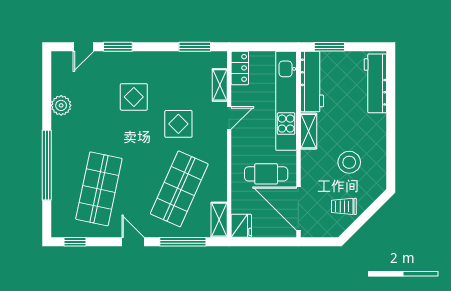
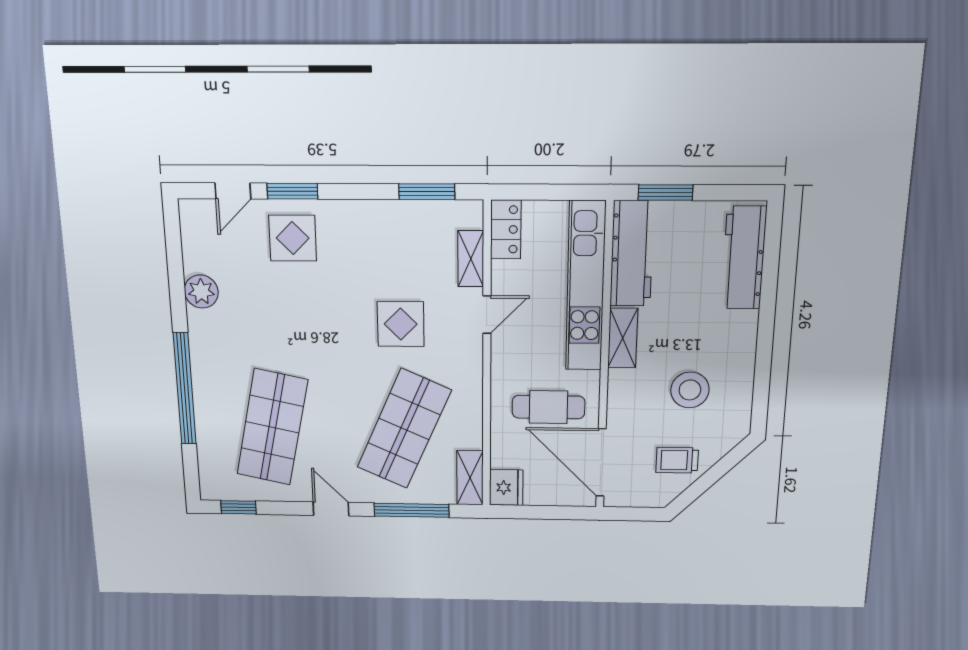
display table: (134, 97) -> (293, 238), moved

